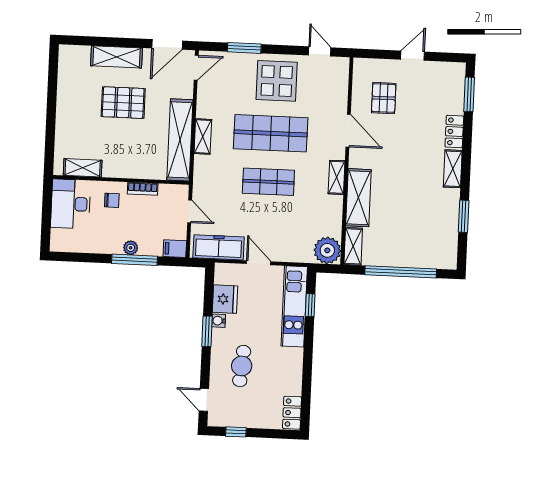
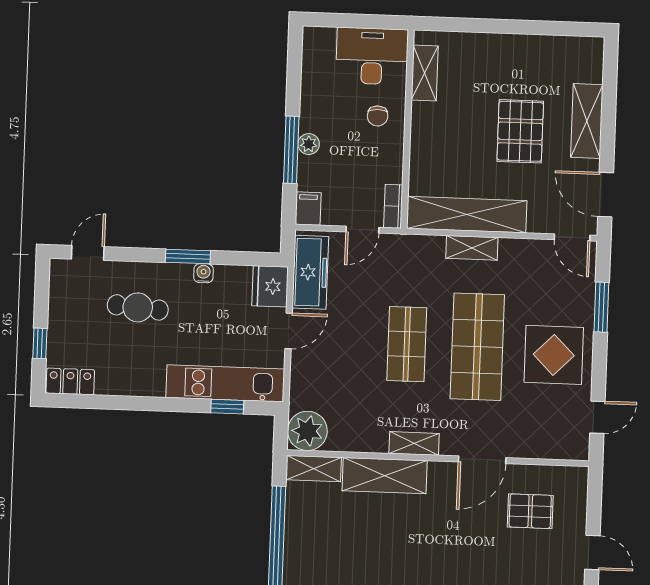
bookcase: (143, 189) -> (393, 206), moved
fridge: (225, 299) -> (270, 286), moved, turned 90
window: (236, 432) -> (40, 343), moved

